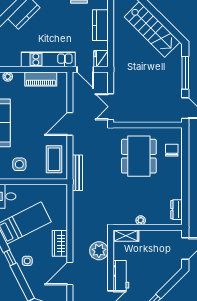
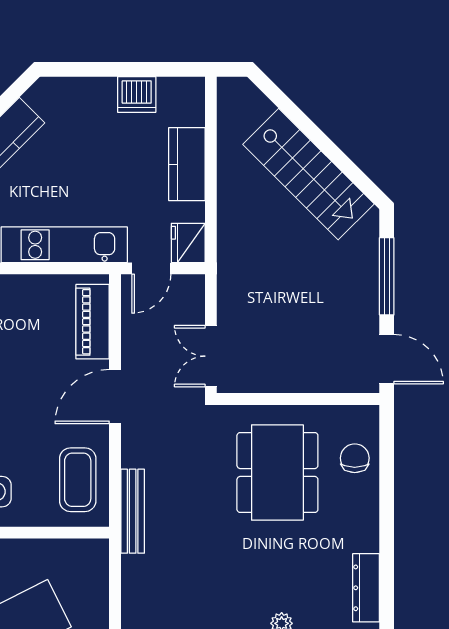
door: (85, 69) -> (151, 268), hinge flipped
piano: (41, 79) -> (93, 322), moved, turned 90
dresser: (177, 210) -> (366, 588), width x1.44

